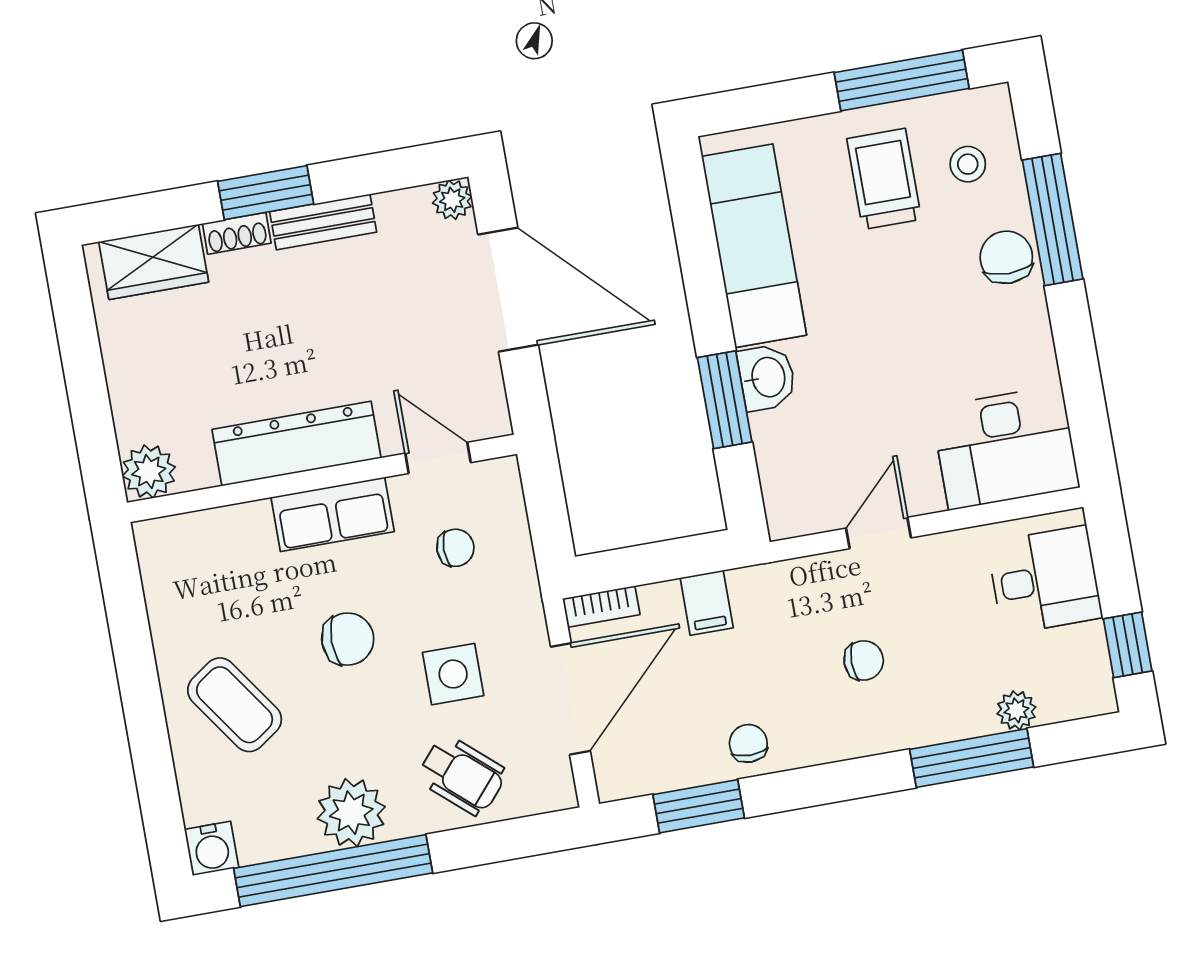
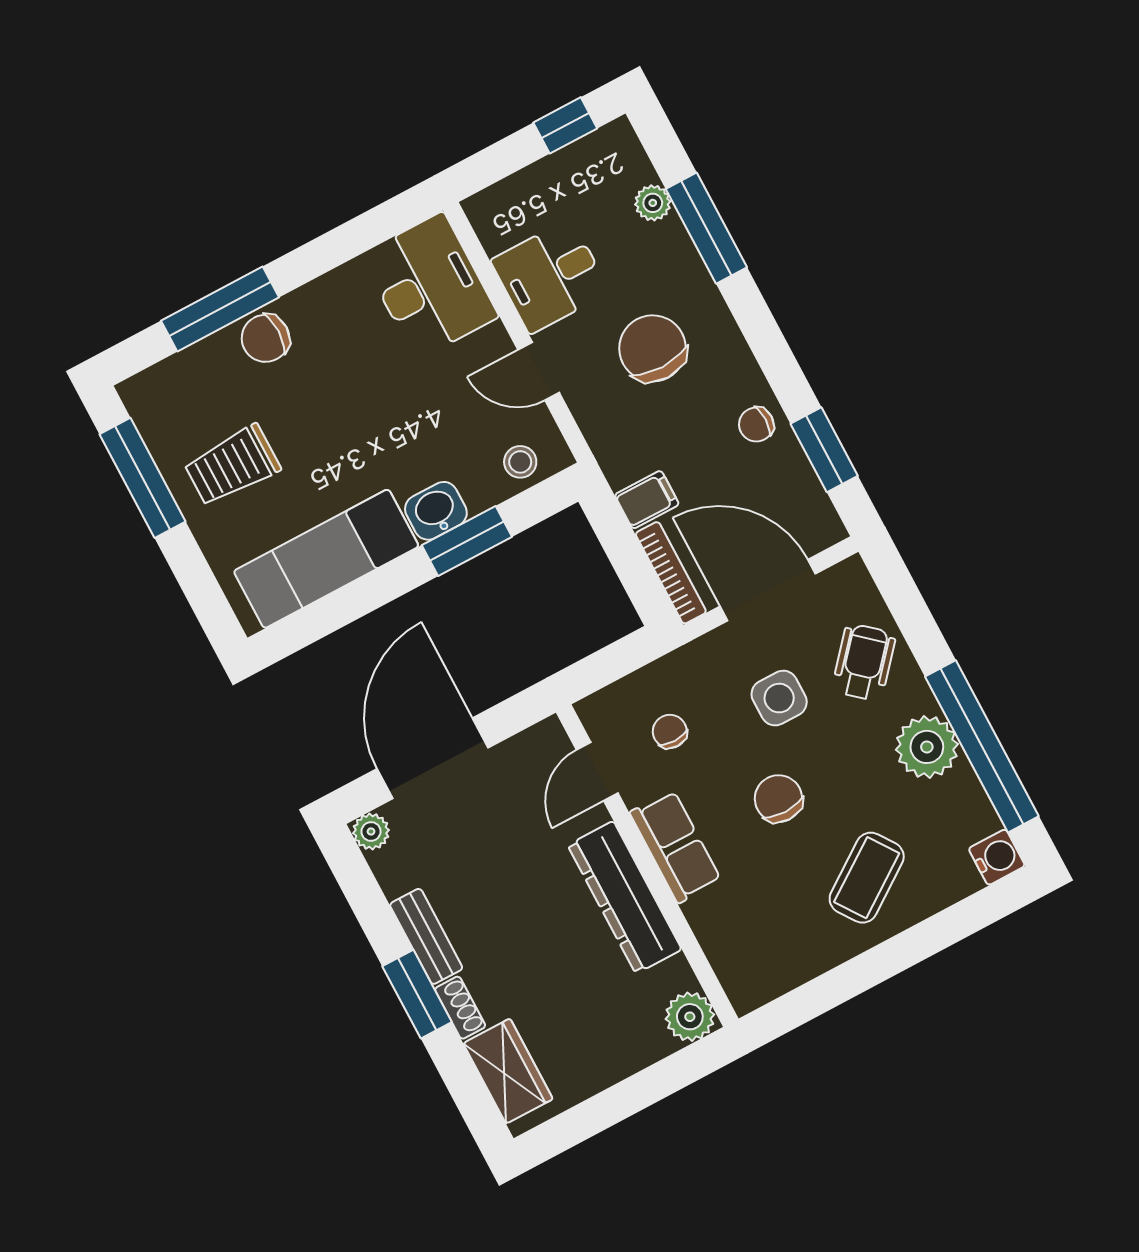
stool: (968, 164) -> (520, 462), moved
desk: (1045, 580) -> (550, 276), moved, turned -90
bookcase: (601, 607) -> (671, 573), width x1.56
chair: (864, 660) -> (653, 348), width x1.87, depth x1.87

